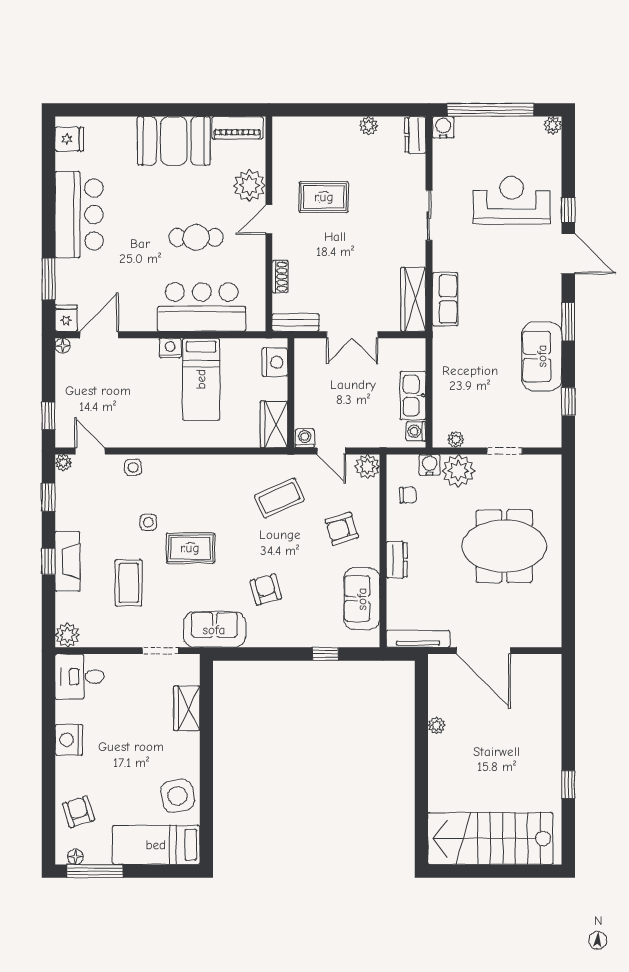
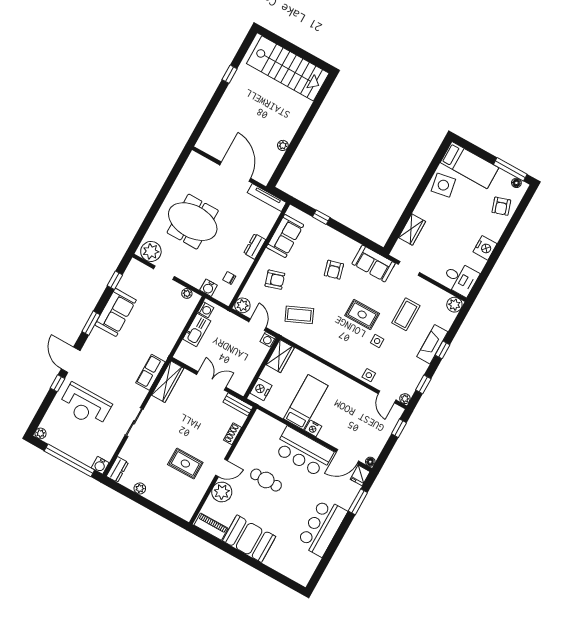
fridge: (69, 139) -> (305, 571), removed
bar counter: (202, 307) -> (303, 452), moved
plant: (458, 471) -> (151, 251), moved

